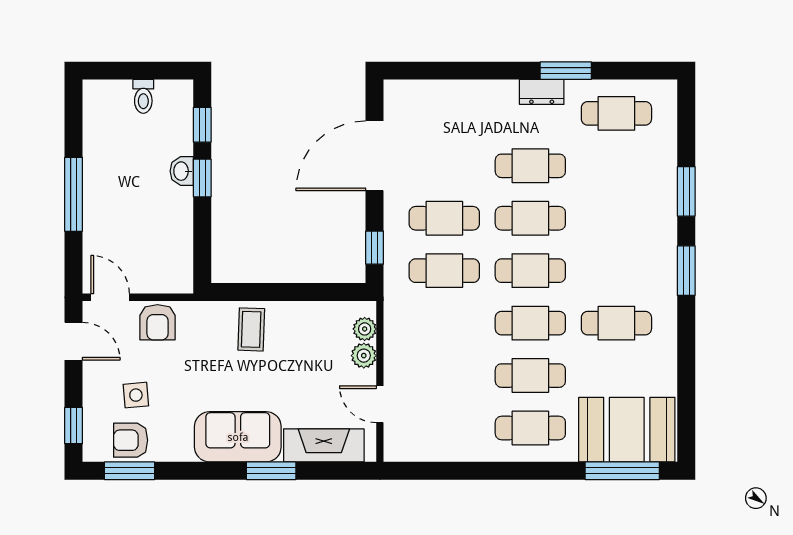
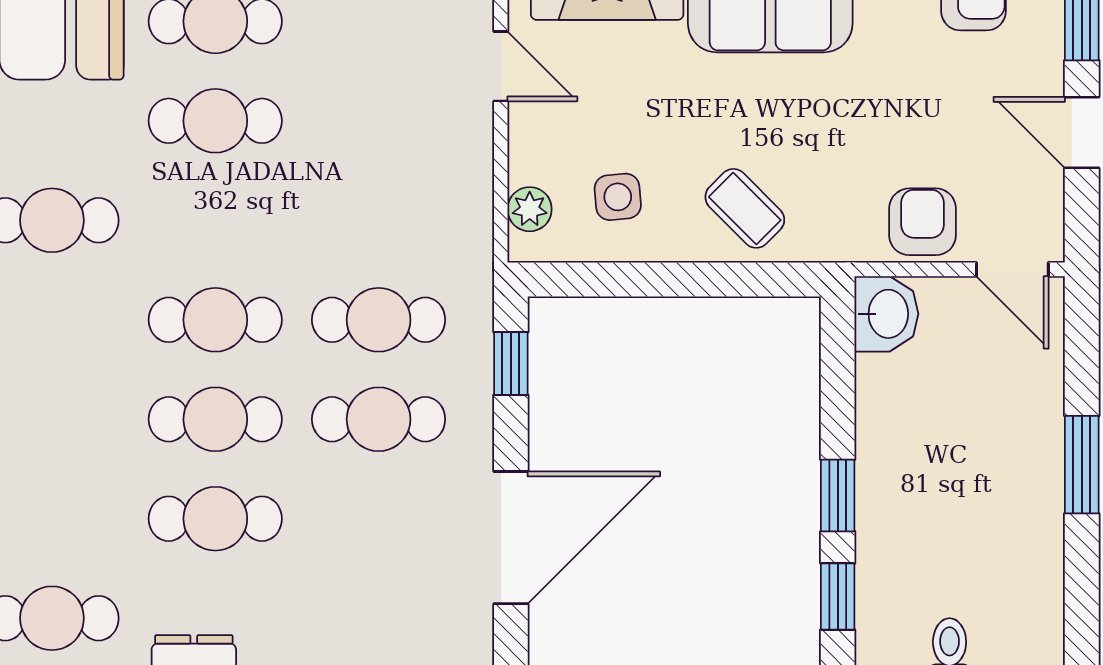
washbasin: (182, 171) -> (886, 314), moved, width x1.38, depth x1.45
window: (74, 194) -> (1082, 465), width x0.69
cafe table: (530, 323) -> (215, 220), removed
coffee table: (251, 329) -> (745, 208), turned -47
door: (74, 341) -> (1082, 133), moved
plant: (364, 356) -> (531, 159), removed
side table: (136, 395) -> (618, 197), moved

